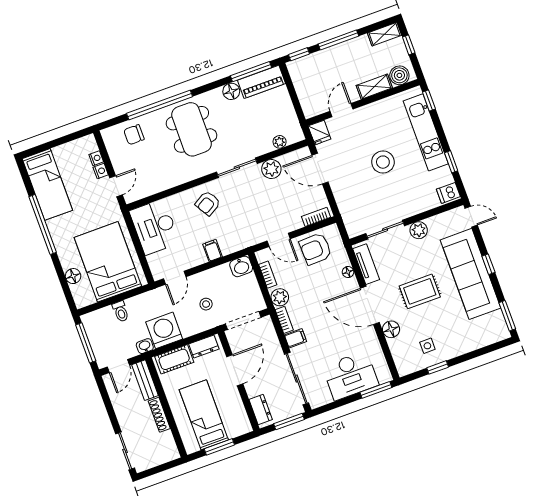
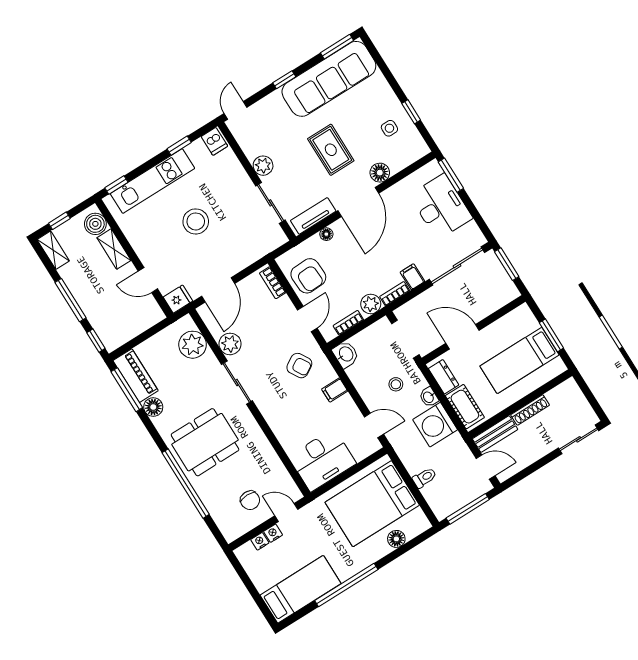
chair: (134, 135) -> (250, 500), moved
plant: (280, 142) -> (193, 345), width x1.87, depth x1.87
armchair: (208, 203) -> (299, 366), moved
sofa: (470, 274) -> (329, 79), moved
washbasin: (145, 346) -> (429, 397), moved
dresser: (261, 409) -> (500, 298), removed

